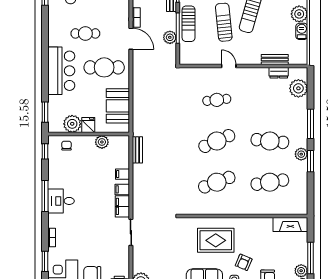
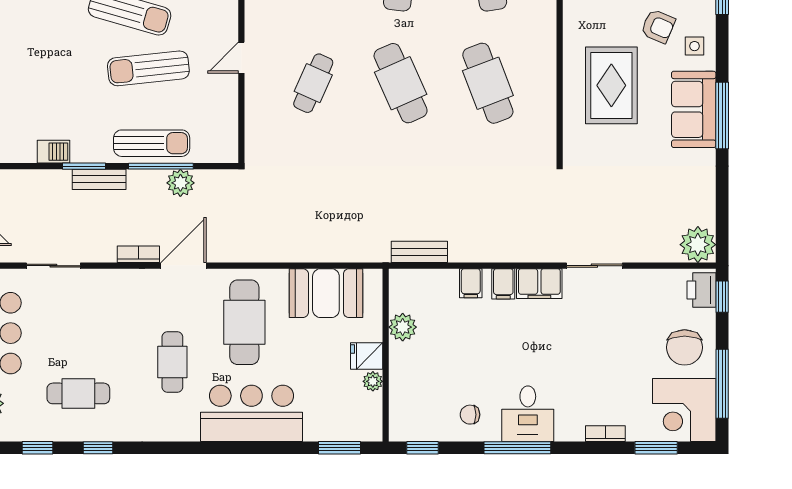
cafe table: (217, 100) -> (313, 83), turned 30
plant: (72, 124) -> (373, 381), width x0.53, depth x0.53
chair: (67, 146) -> (470, 415), moved

